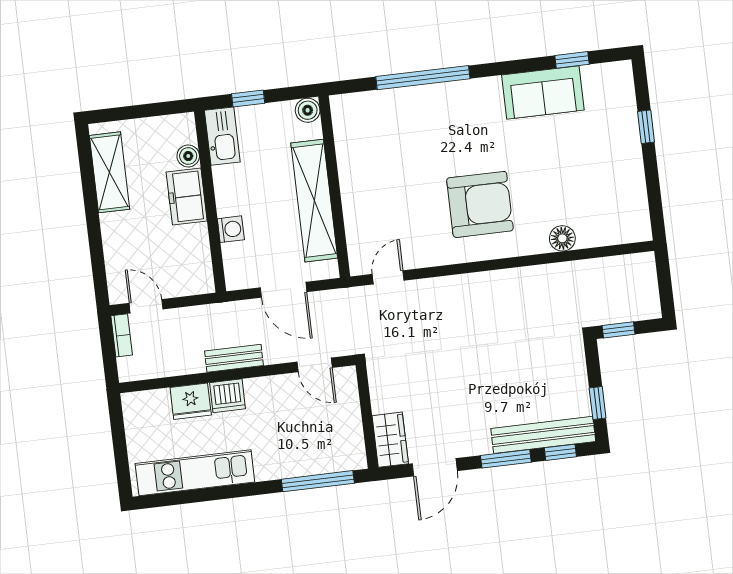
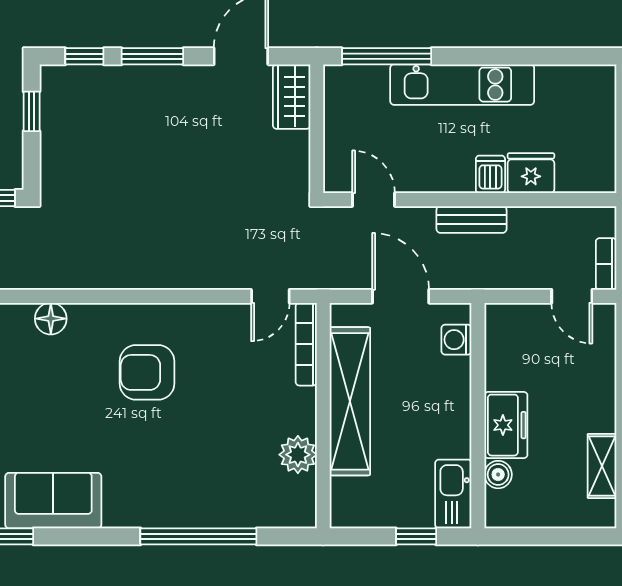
boiler: (308, 110) -> (345, 513), removed
plant: (351, 153) -> (298, 455), added
shelving: (109, 172) -> (602, 466), width x0.67, depth x0.75
armchair: (480, 204) -> (147, 372), width x0.73, depth x0.73
washing machine: (231, 229) -> (456, 340), moved
bookcase: (355, 242) -> (306, 344), added
dishwasher: (228, 396) -> (490, 174), width x0.73
bench: (543, 435) -> (103, 80), removed
kitchen unit: (195, 473) -> (462, 85), moved

